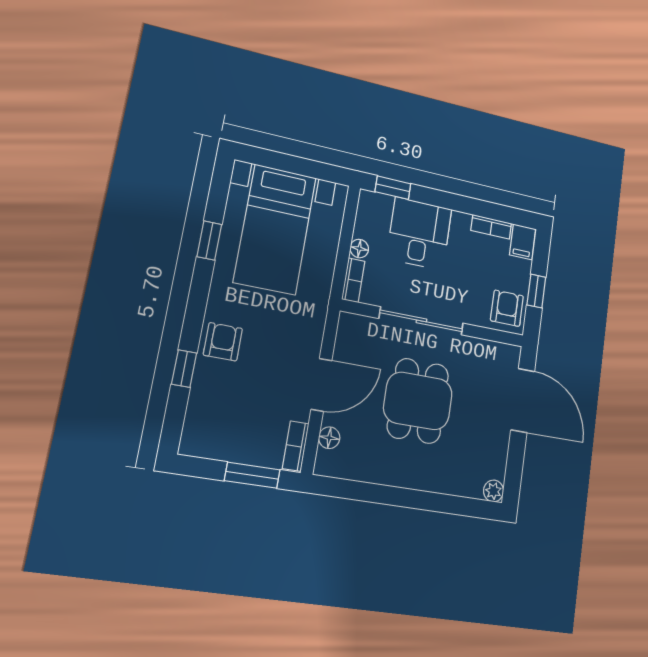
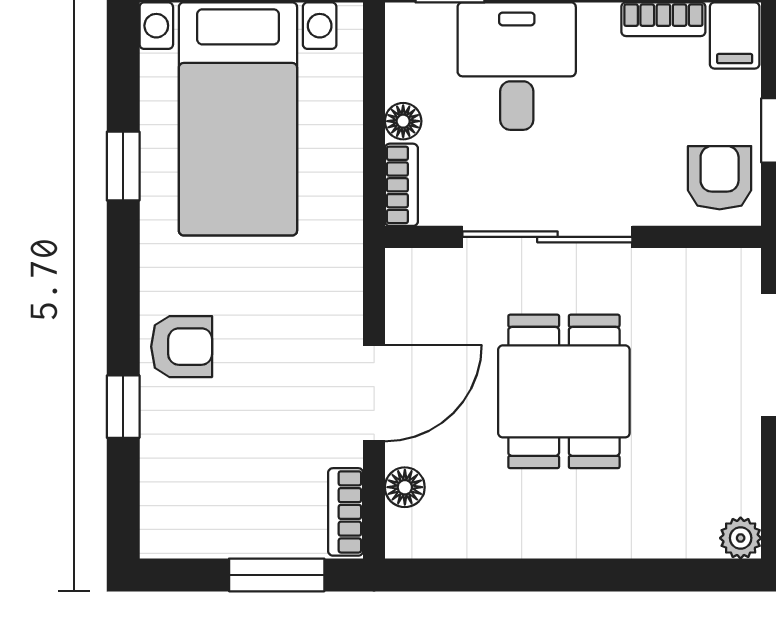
armchair: (223, 342) -> (182, 347), turned 90

